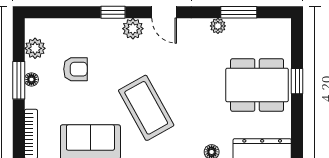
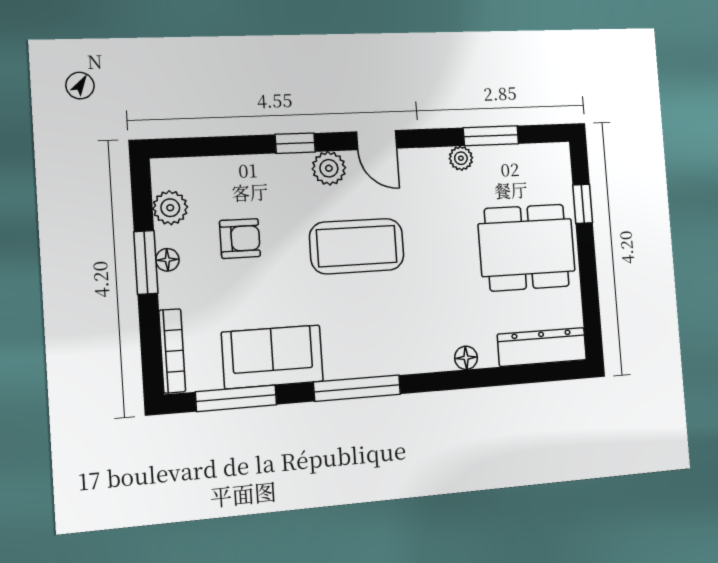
window: (297, 81) -> (583, 204), moved
coffee table: (146, 108) -> (357, 246), moved, turned -61

